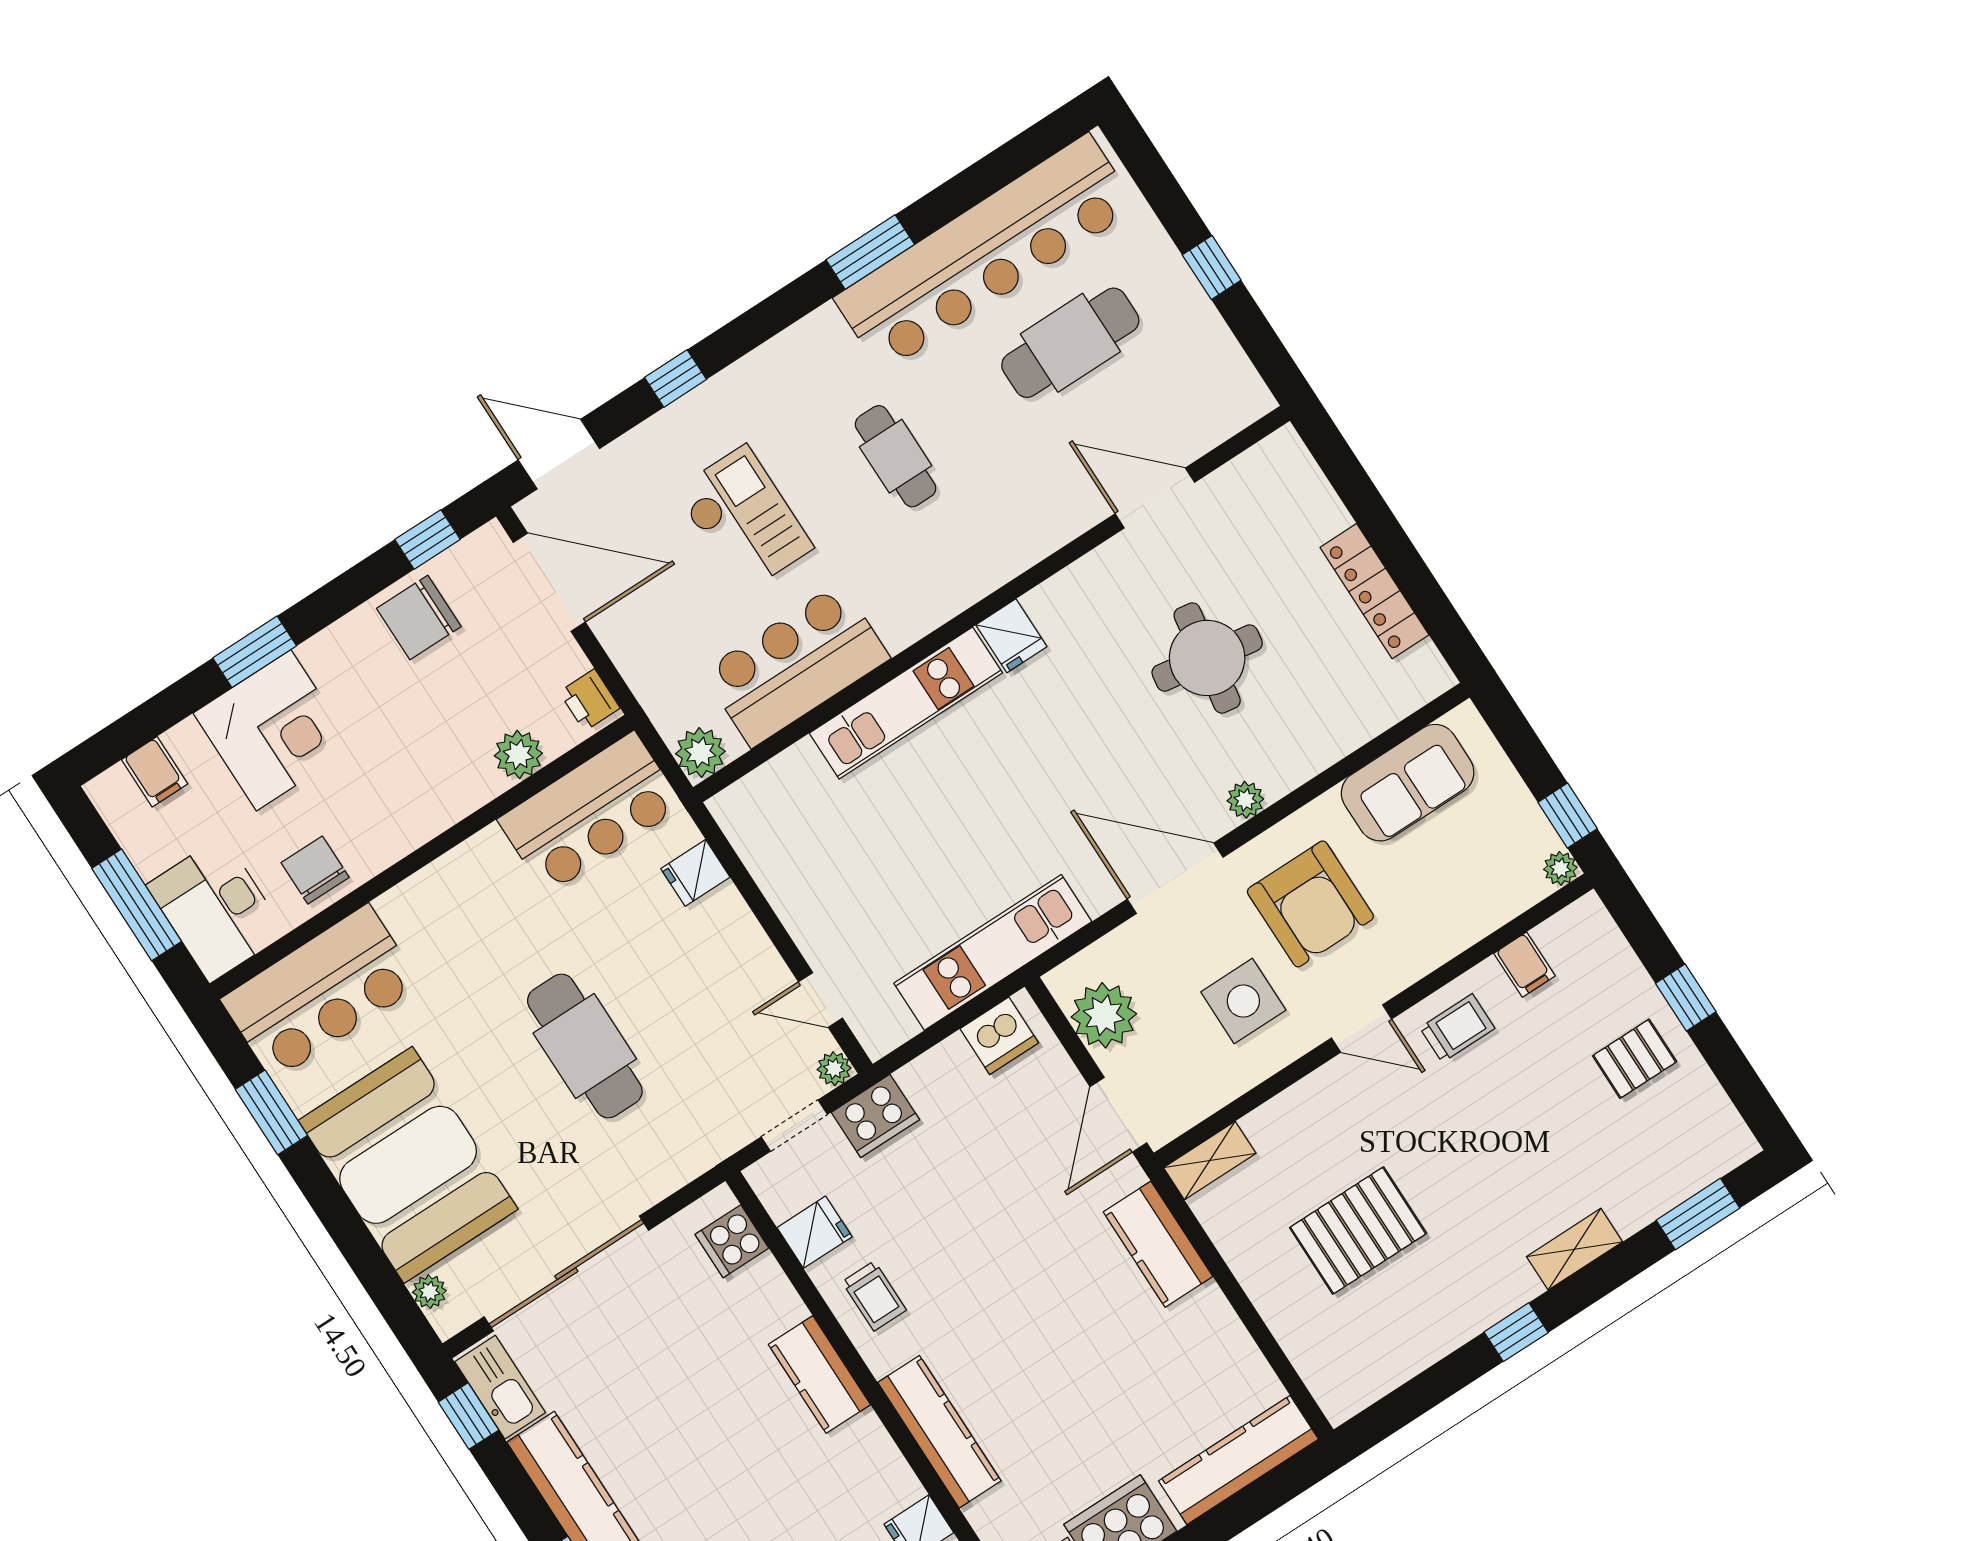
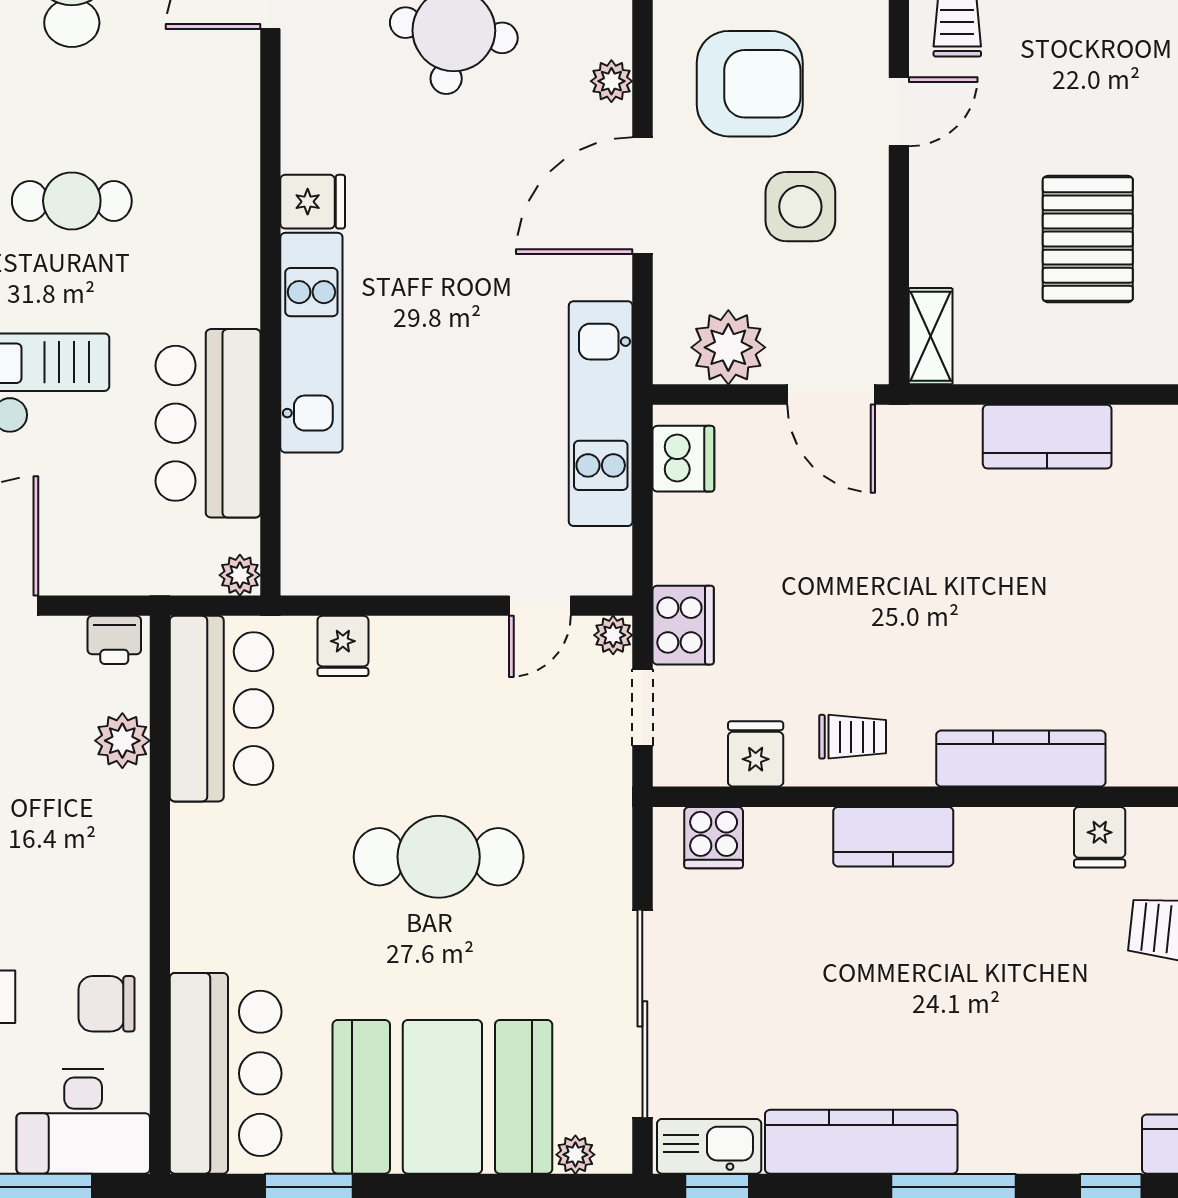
plant: (700, 752) -> (240, 575), width x0.73, depth x0.73
kitchen counter: (1158, 1244) -> (1047, 437), moved

